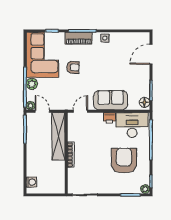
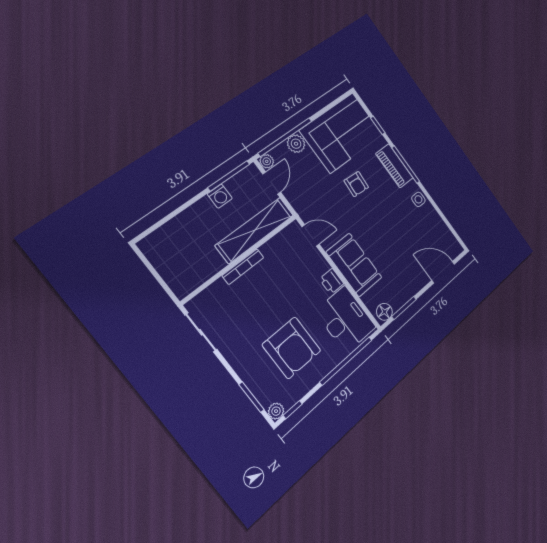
armchair: (124, 161) -> (292, 348), turned 90
washing machine: (31, 182) -> (220, 196), moved

